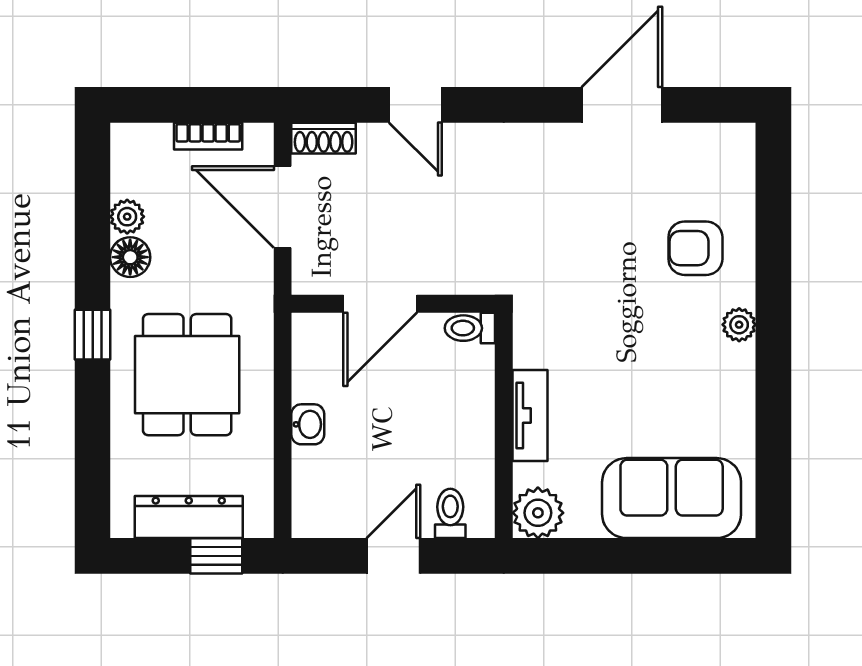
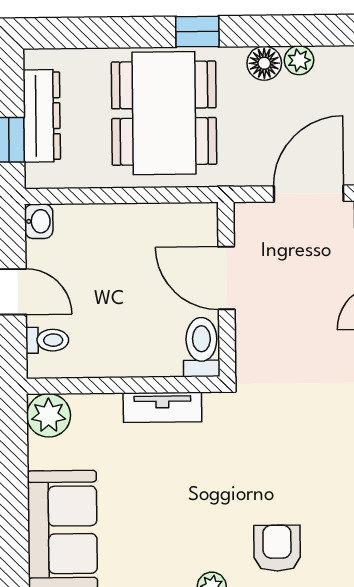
toilet: (470, 328) -> (202, 347), width x1.37, depth x1.39
dining table: (187, 375) -> (164, 113), width x1.38
tv unit: (530, 415) -> (162, 407), moved
washbasin: (308, 424) -> (39, 221), moved, turned -90

